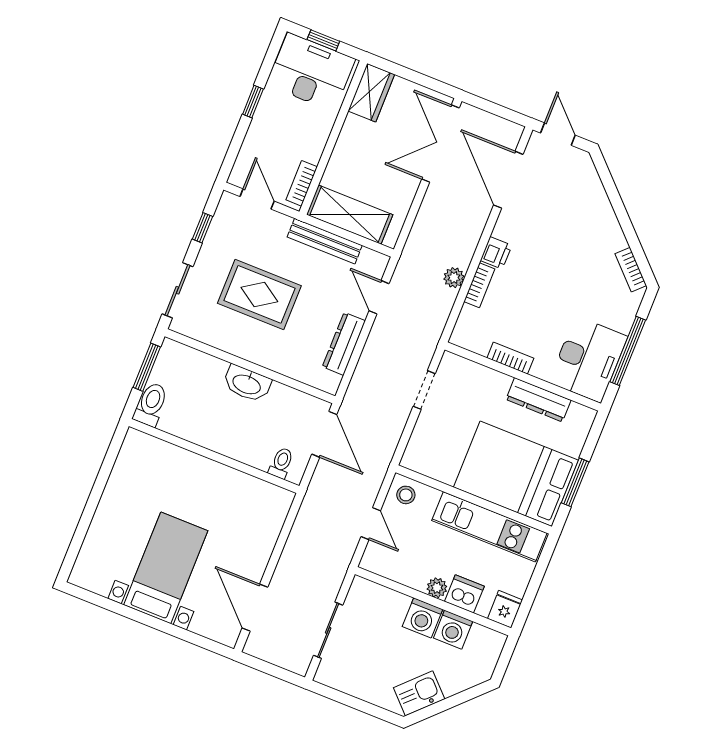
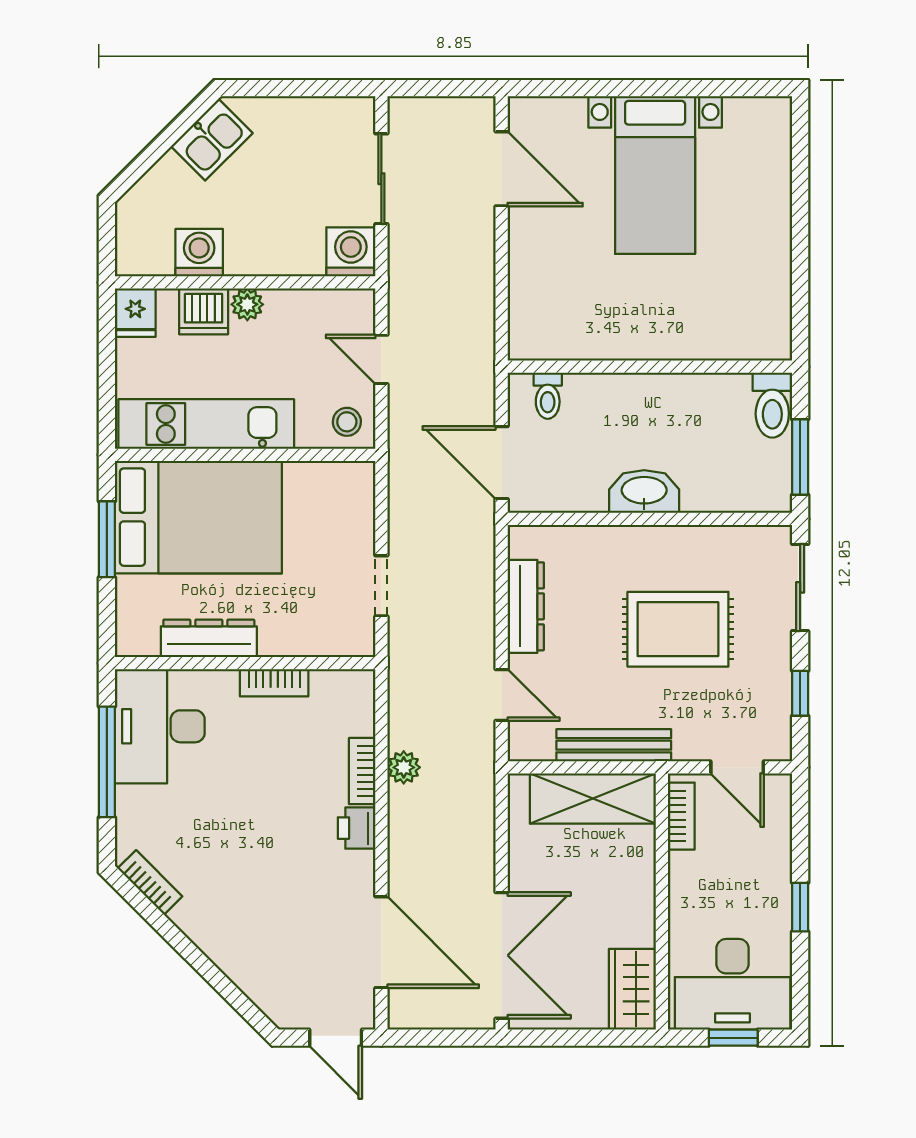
washing machine: (423, 618) -> (351, 252), moved

